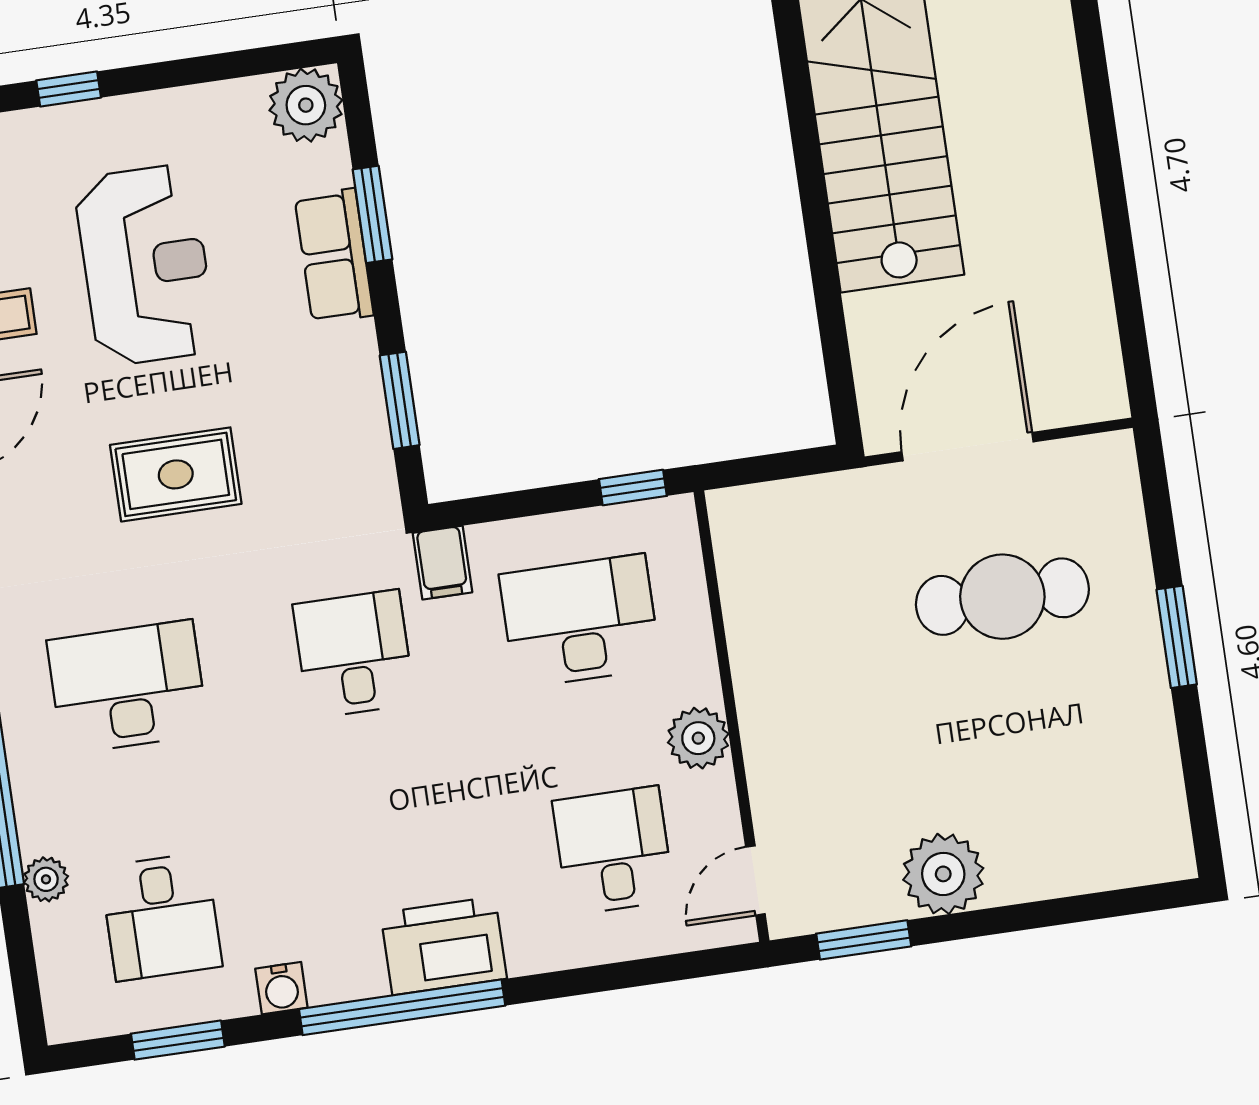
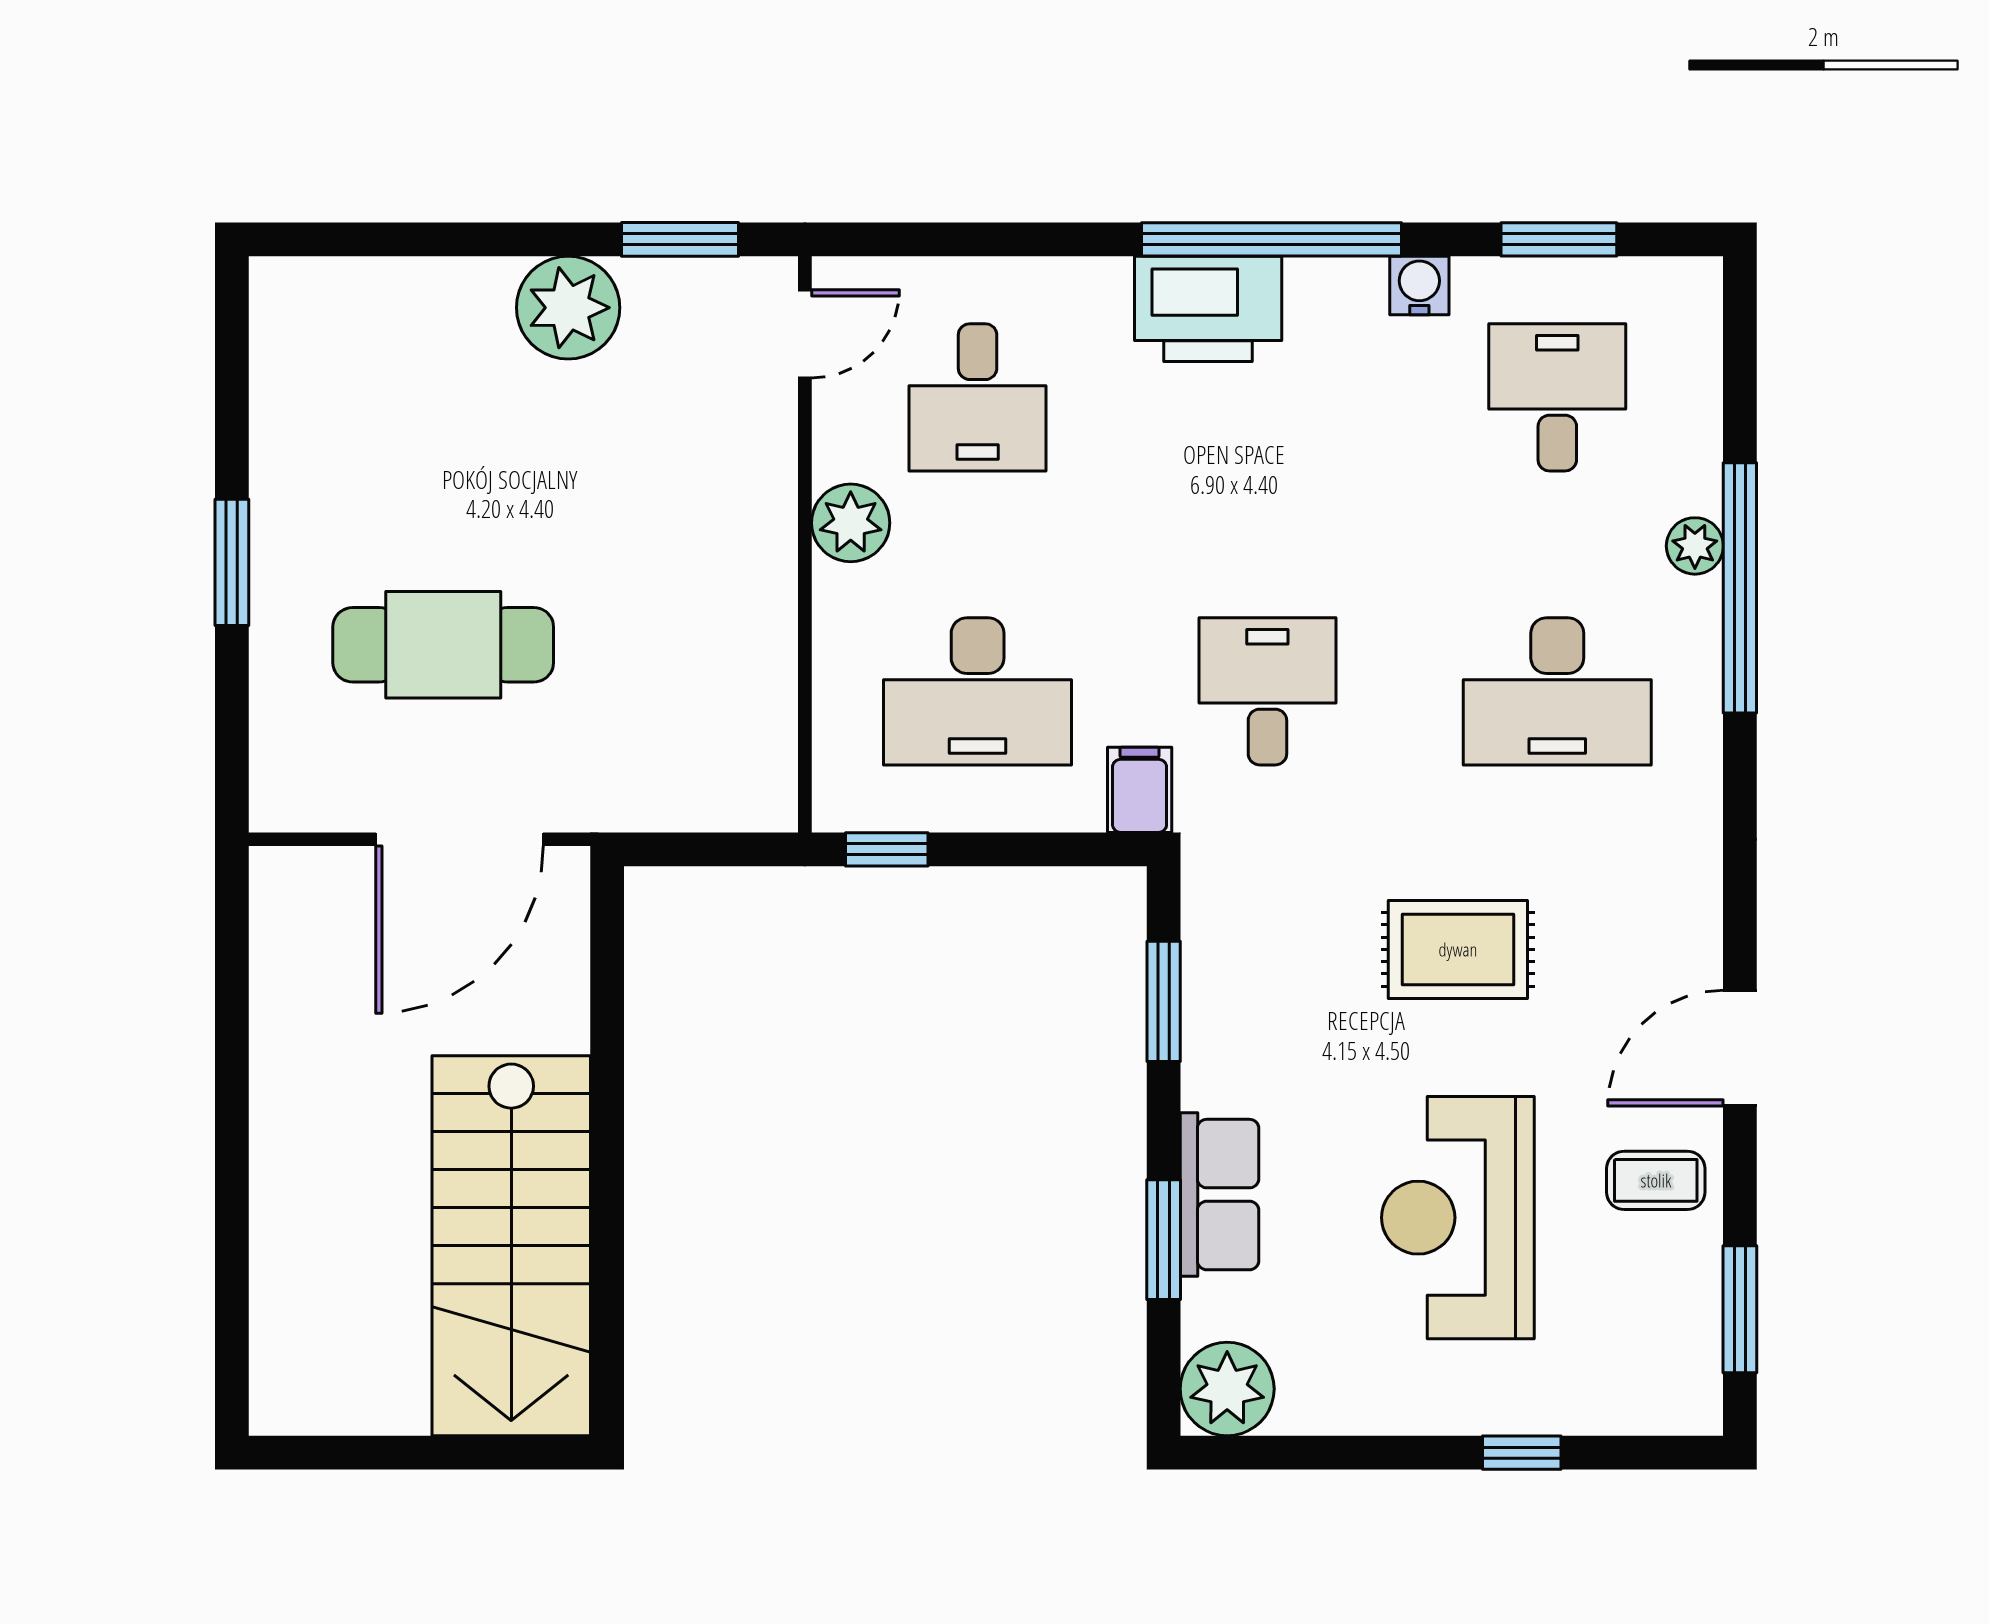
desk: (354, 654) -> (1267, 691), turned 180
plant: (46, 879) -> (1695, 546), moved

